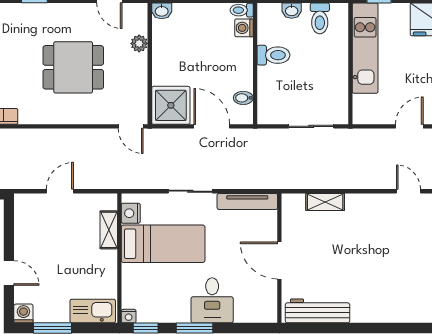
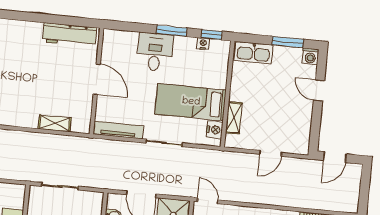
nightstand: (129, 316) -> (203, 44), moved

